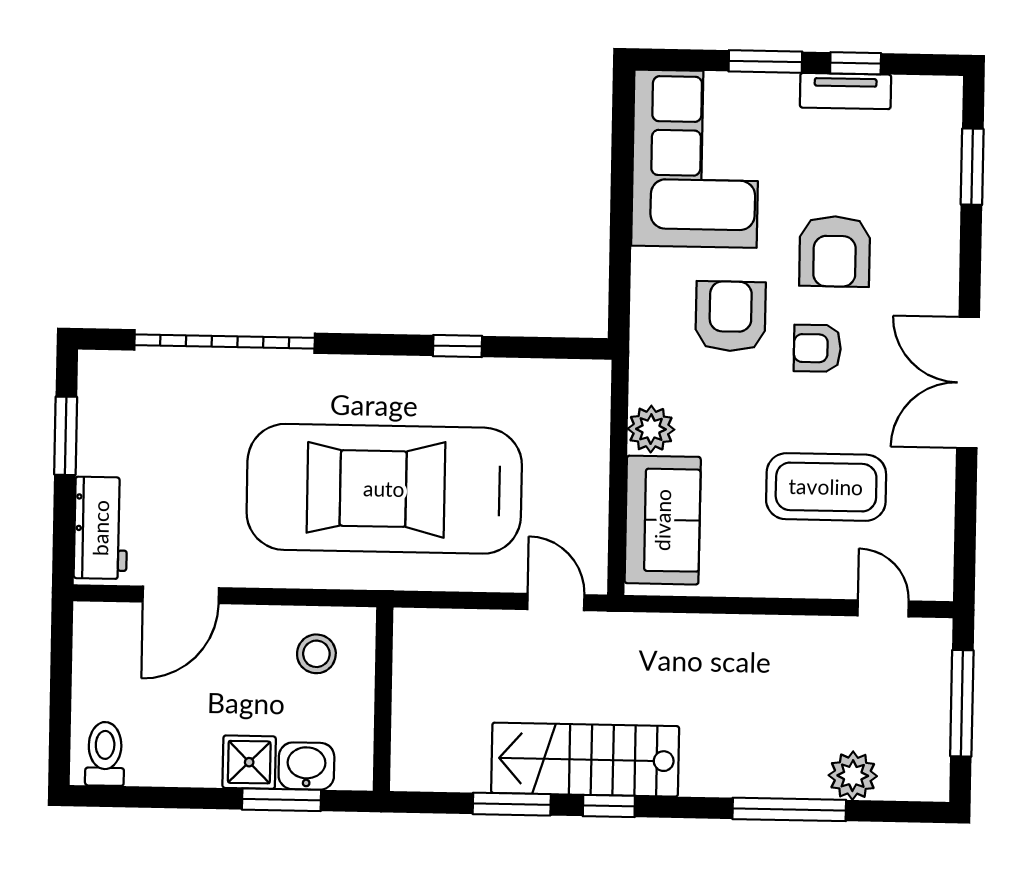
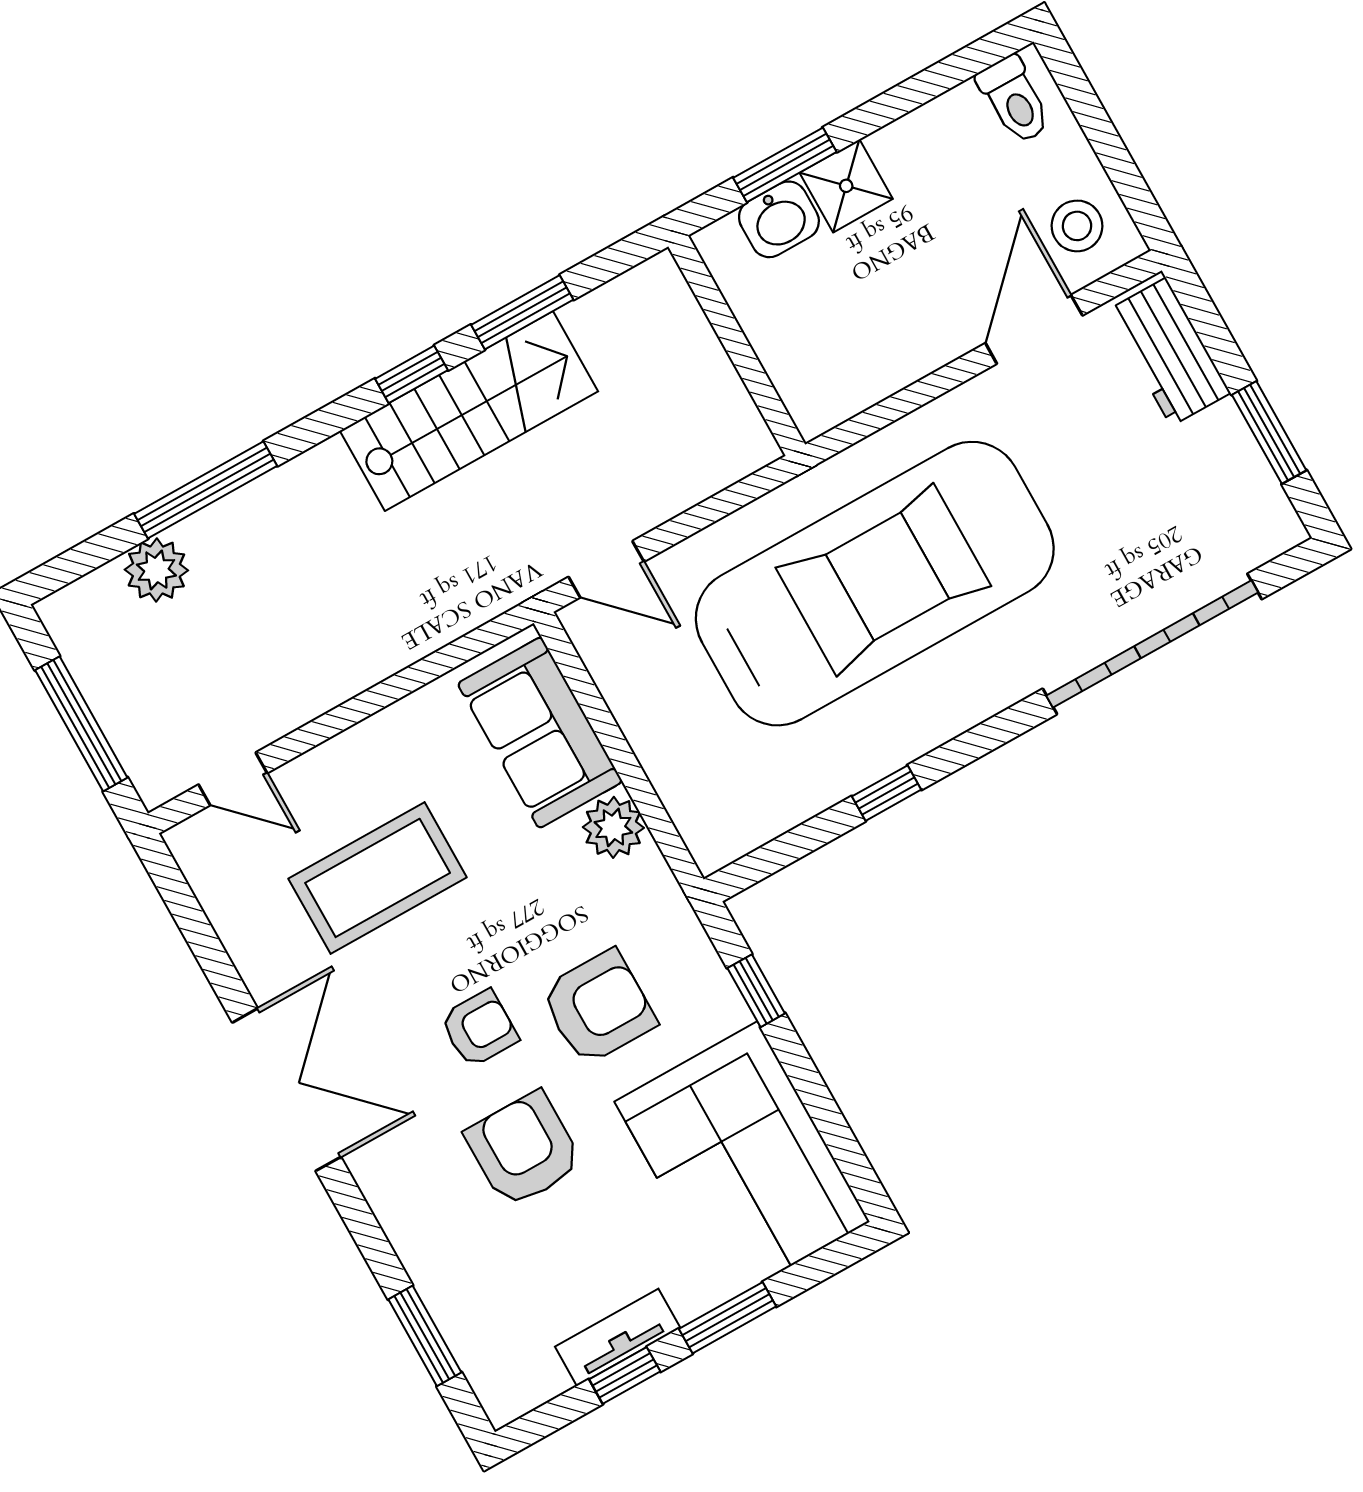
window: (620, 266) -> (756, 991), added
armchair: (731, 316) -> (598, 1007), turned -90
stool: (316, 654) -> (1077, 226), moved

